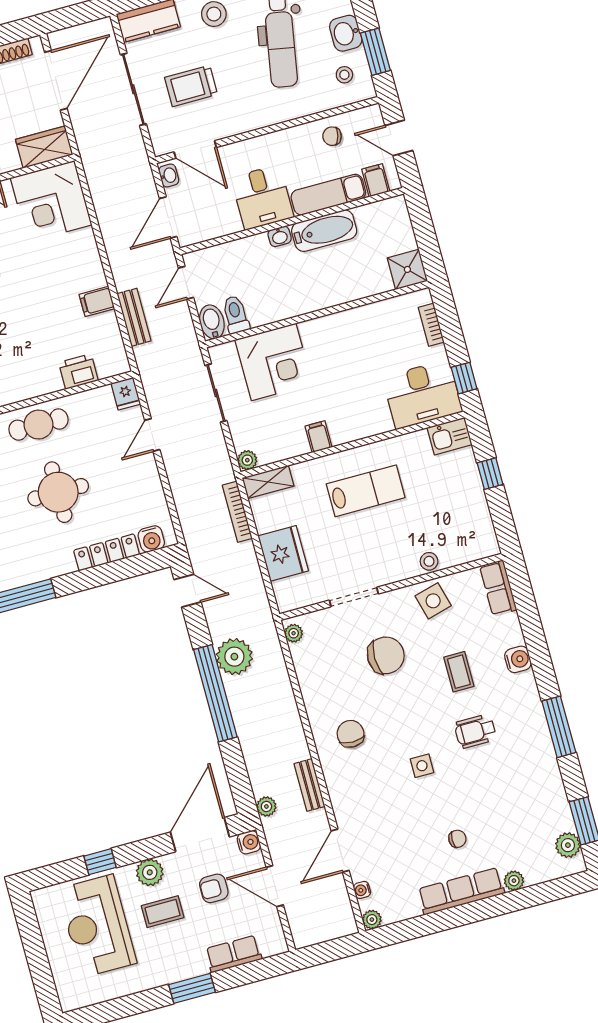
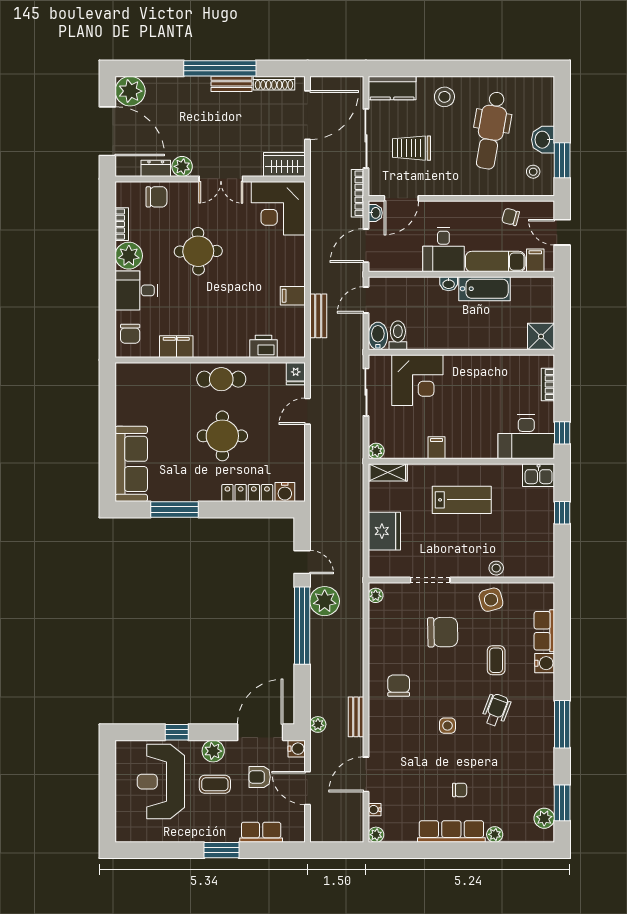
door: (195, 150) -> (401, 198), hinge flipped
bookcase: (237, 512) -> (357, 193), moved
row of seats: (498, 588) -> (544, 631), moved
door: (188, 591) -> (302, 562), moved
wheelchair: (475, 731) -> (496, 710), turned 111

